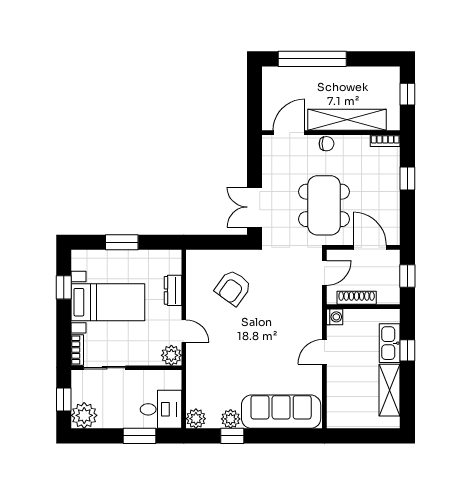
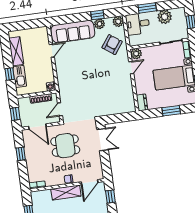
window: (254, 101) -> (110, 197), added
shelving: (347, 120) -> (66, 192), width x0.68
window: (407, 179) -> (21, 154), moved
dining table: (324, 205) -> (65, 146), width x0.73
armchair: (233, 288) -> (112, 45), moved
dresser: (173, 290) -> (142, 102), moved
door: (184, 331) -> (131, 68), swing flipped
door: (324, 352) -> (52, 51), moved
plant: (84, 415) -> (165, 17), moved

